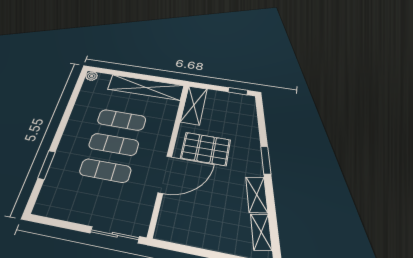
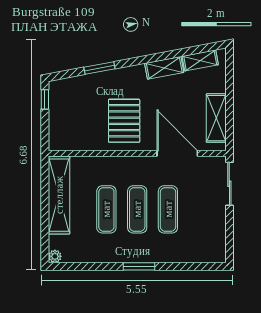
shelving: (194, 105) -> (216, 118), moved, turned 90
window: (266, 160) -> (99, 68), moved
window: (47, 165) -> (139, 266), moved
door: (165, 174) -> (177, 153), moved

